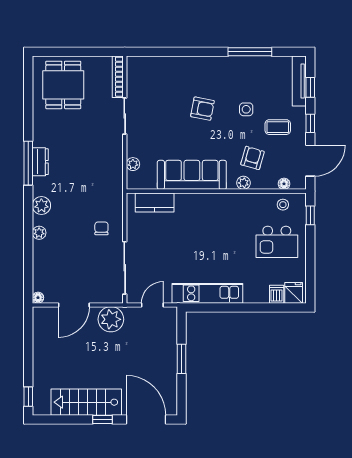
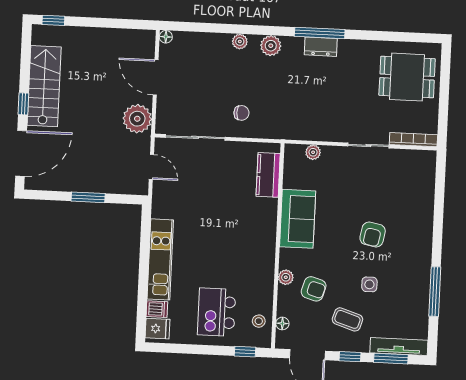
window: (310, 87) -> (391, 359), width x1.50
coffee table: (278, 127) -> (347, 319), turned -72
sofa: (192, 175) -> (298, 219), width x0.73
kitchen unit: (207, 293) -> (160, 259), moved

